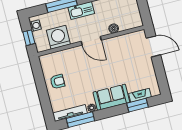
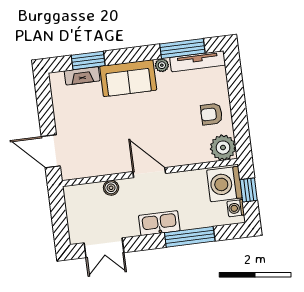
washing machine: (58, 37) -> (224, 184), moved, turned 90
plant: (48, 62) -> (223, 148), added

